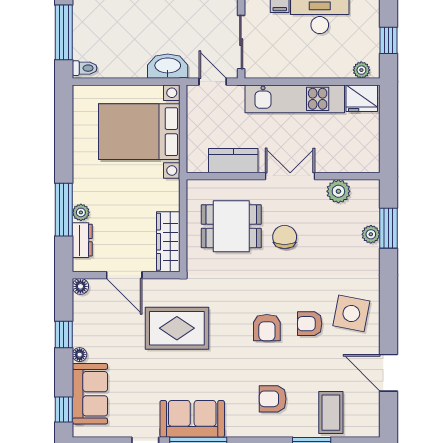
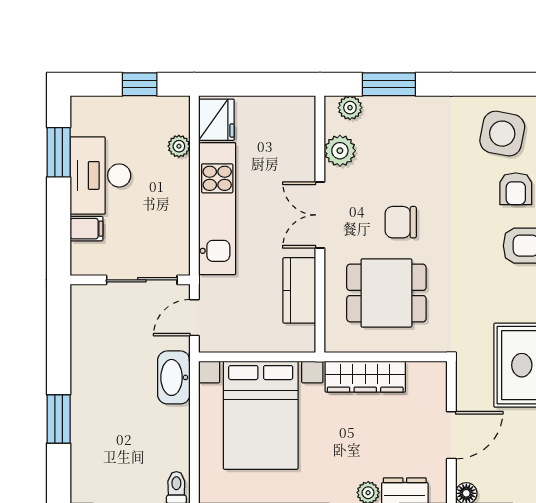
plant: (361, 70) -> (179, 146), moved
dining table: (231, 226) -> (386, 293), turned 90
plant: (371, 234) -> (350, 108), moved
wardrobe: (168, 242) -> (365, 377), moved

